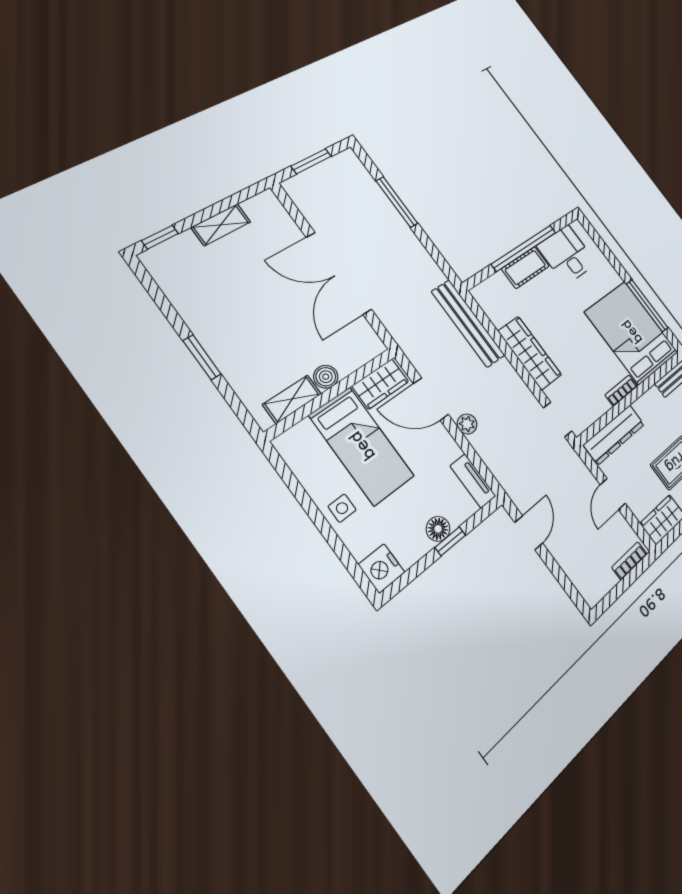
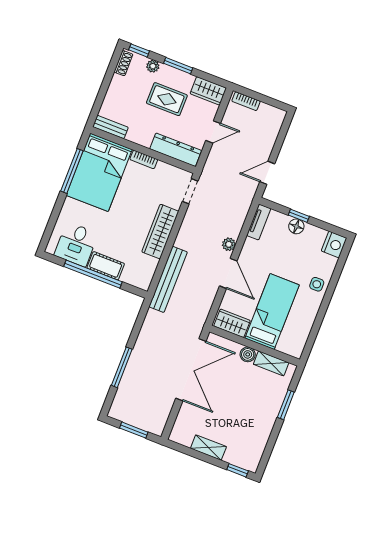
boiler: (326, 377) -> (248, 354), moved
wardrobe: (380, 384) -> (232, 323), moved
wall: (331, 393) -> (255, 346), moved
shelving: (292, 399) -> (271, 363), moved
bed: (362, 446) -> (272, 312), moved

